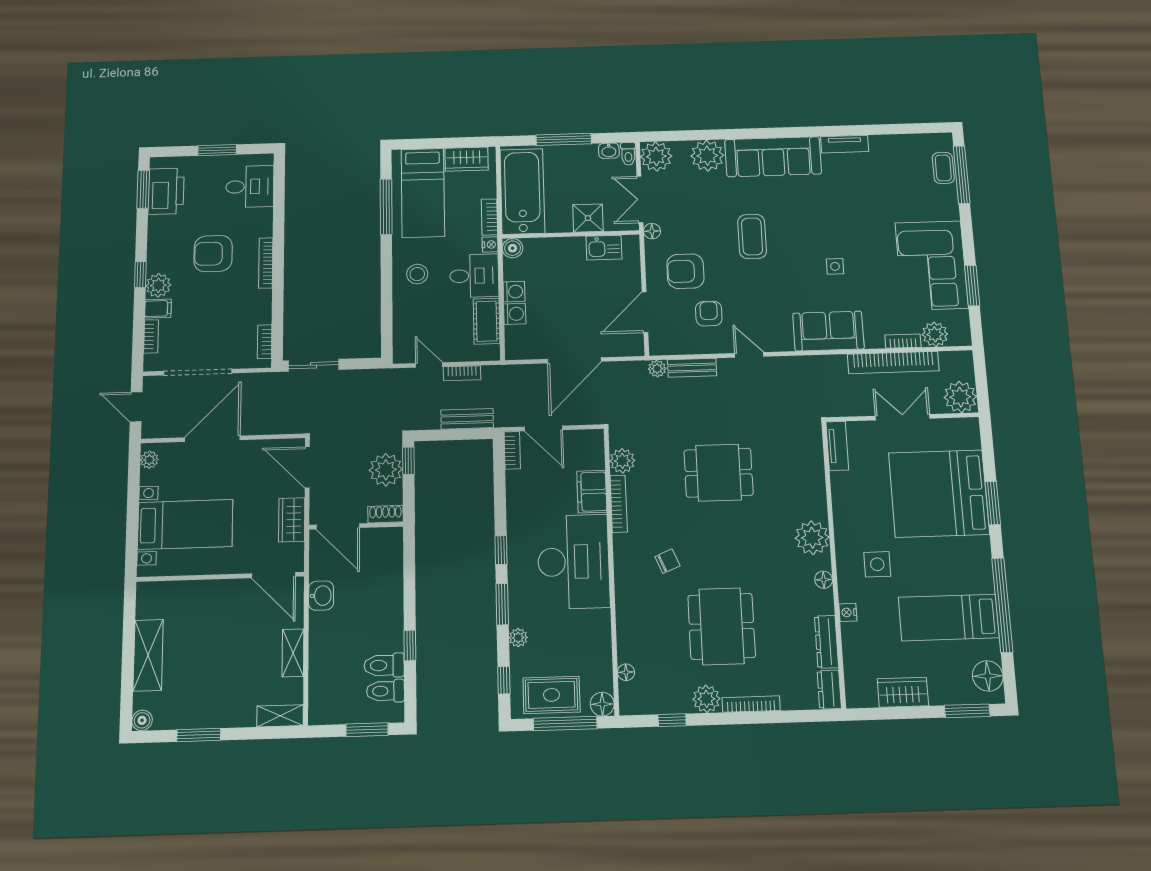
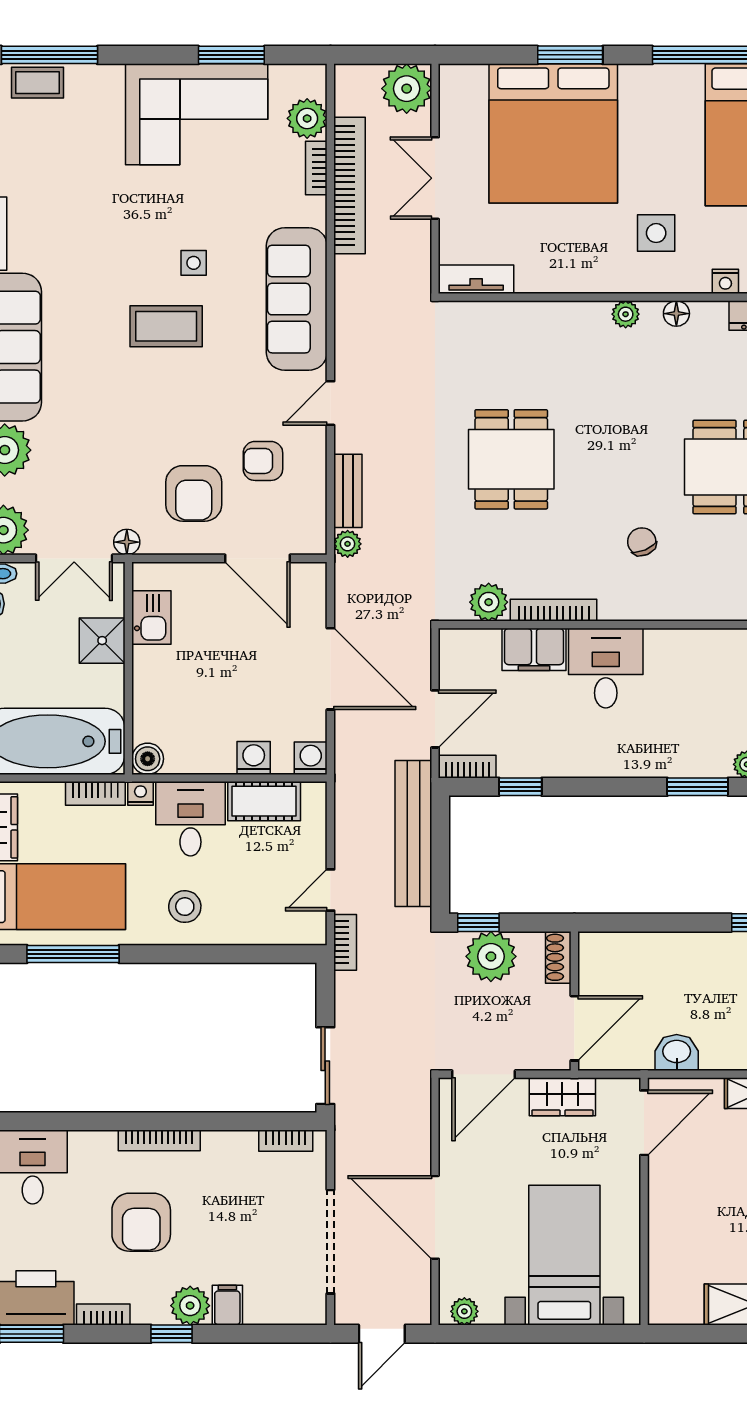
coffee table: (752, 236) -> (166, 326), moved
washing machine: (514, 292) -> (311, 758), moved
sofa: (828, 331) -> (297, 299), width x1.36
bookcase: (151, 336) -> (103, 1314), moved
bookcase: (462, 373) -> (345, 942), moved
bench: (467, 419) -> (413, 834), width x1.86, depth x1.21
plant: (812, 538) -> (626, 314), width x0.53, depth x0.53
window: (501, 550) -> (520, 787), moved
desk: (574, 562) -> (606, 668), width x0.53, depth x0.77

